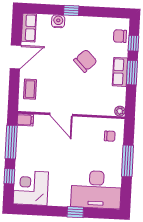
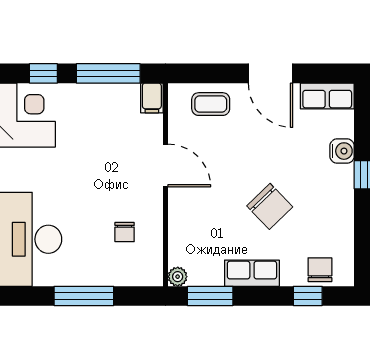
window: (132, 73) -> (210, 296), moved
door: (61, 115) -> (165, 166), swing flipped
chair: (110, 136) -> (125, 232), moved

